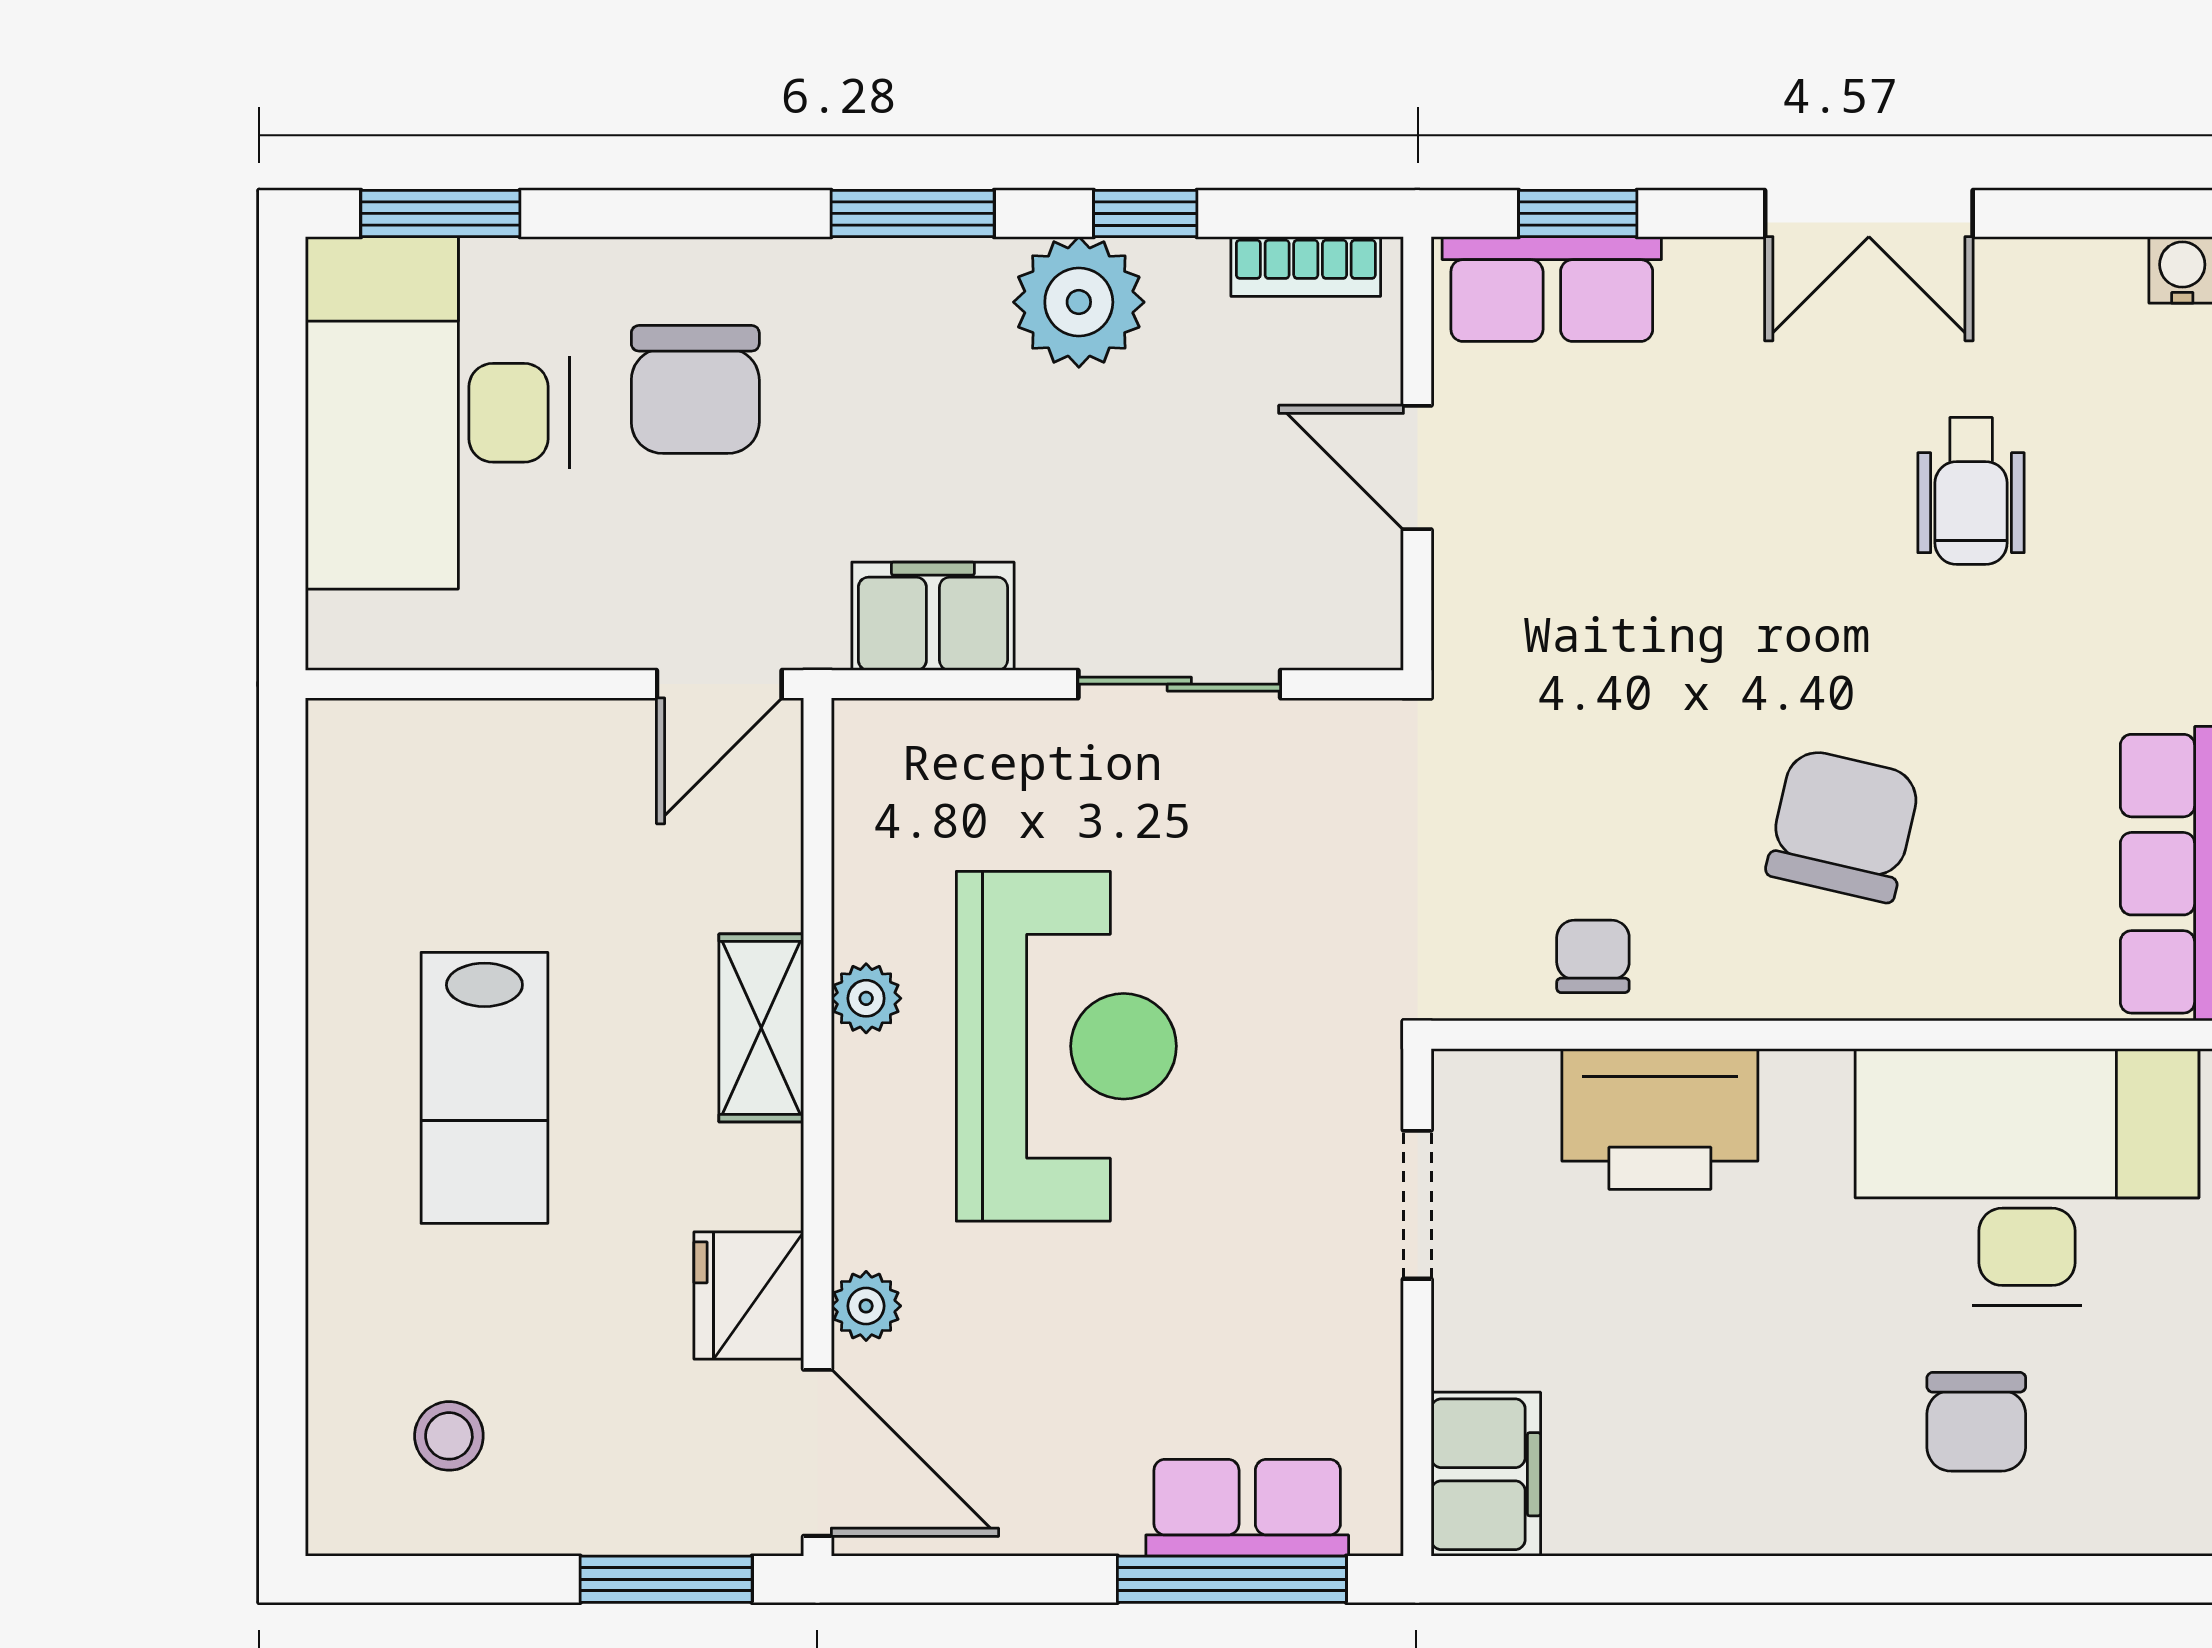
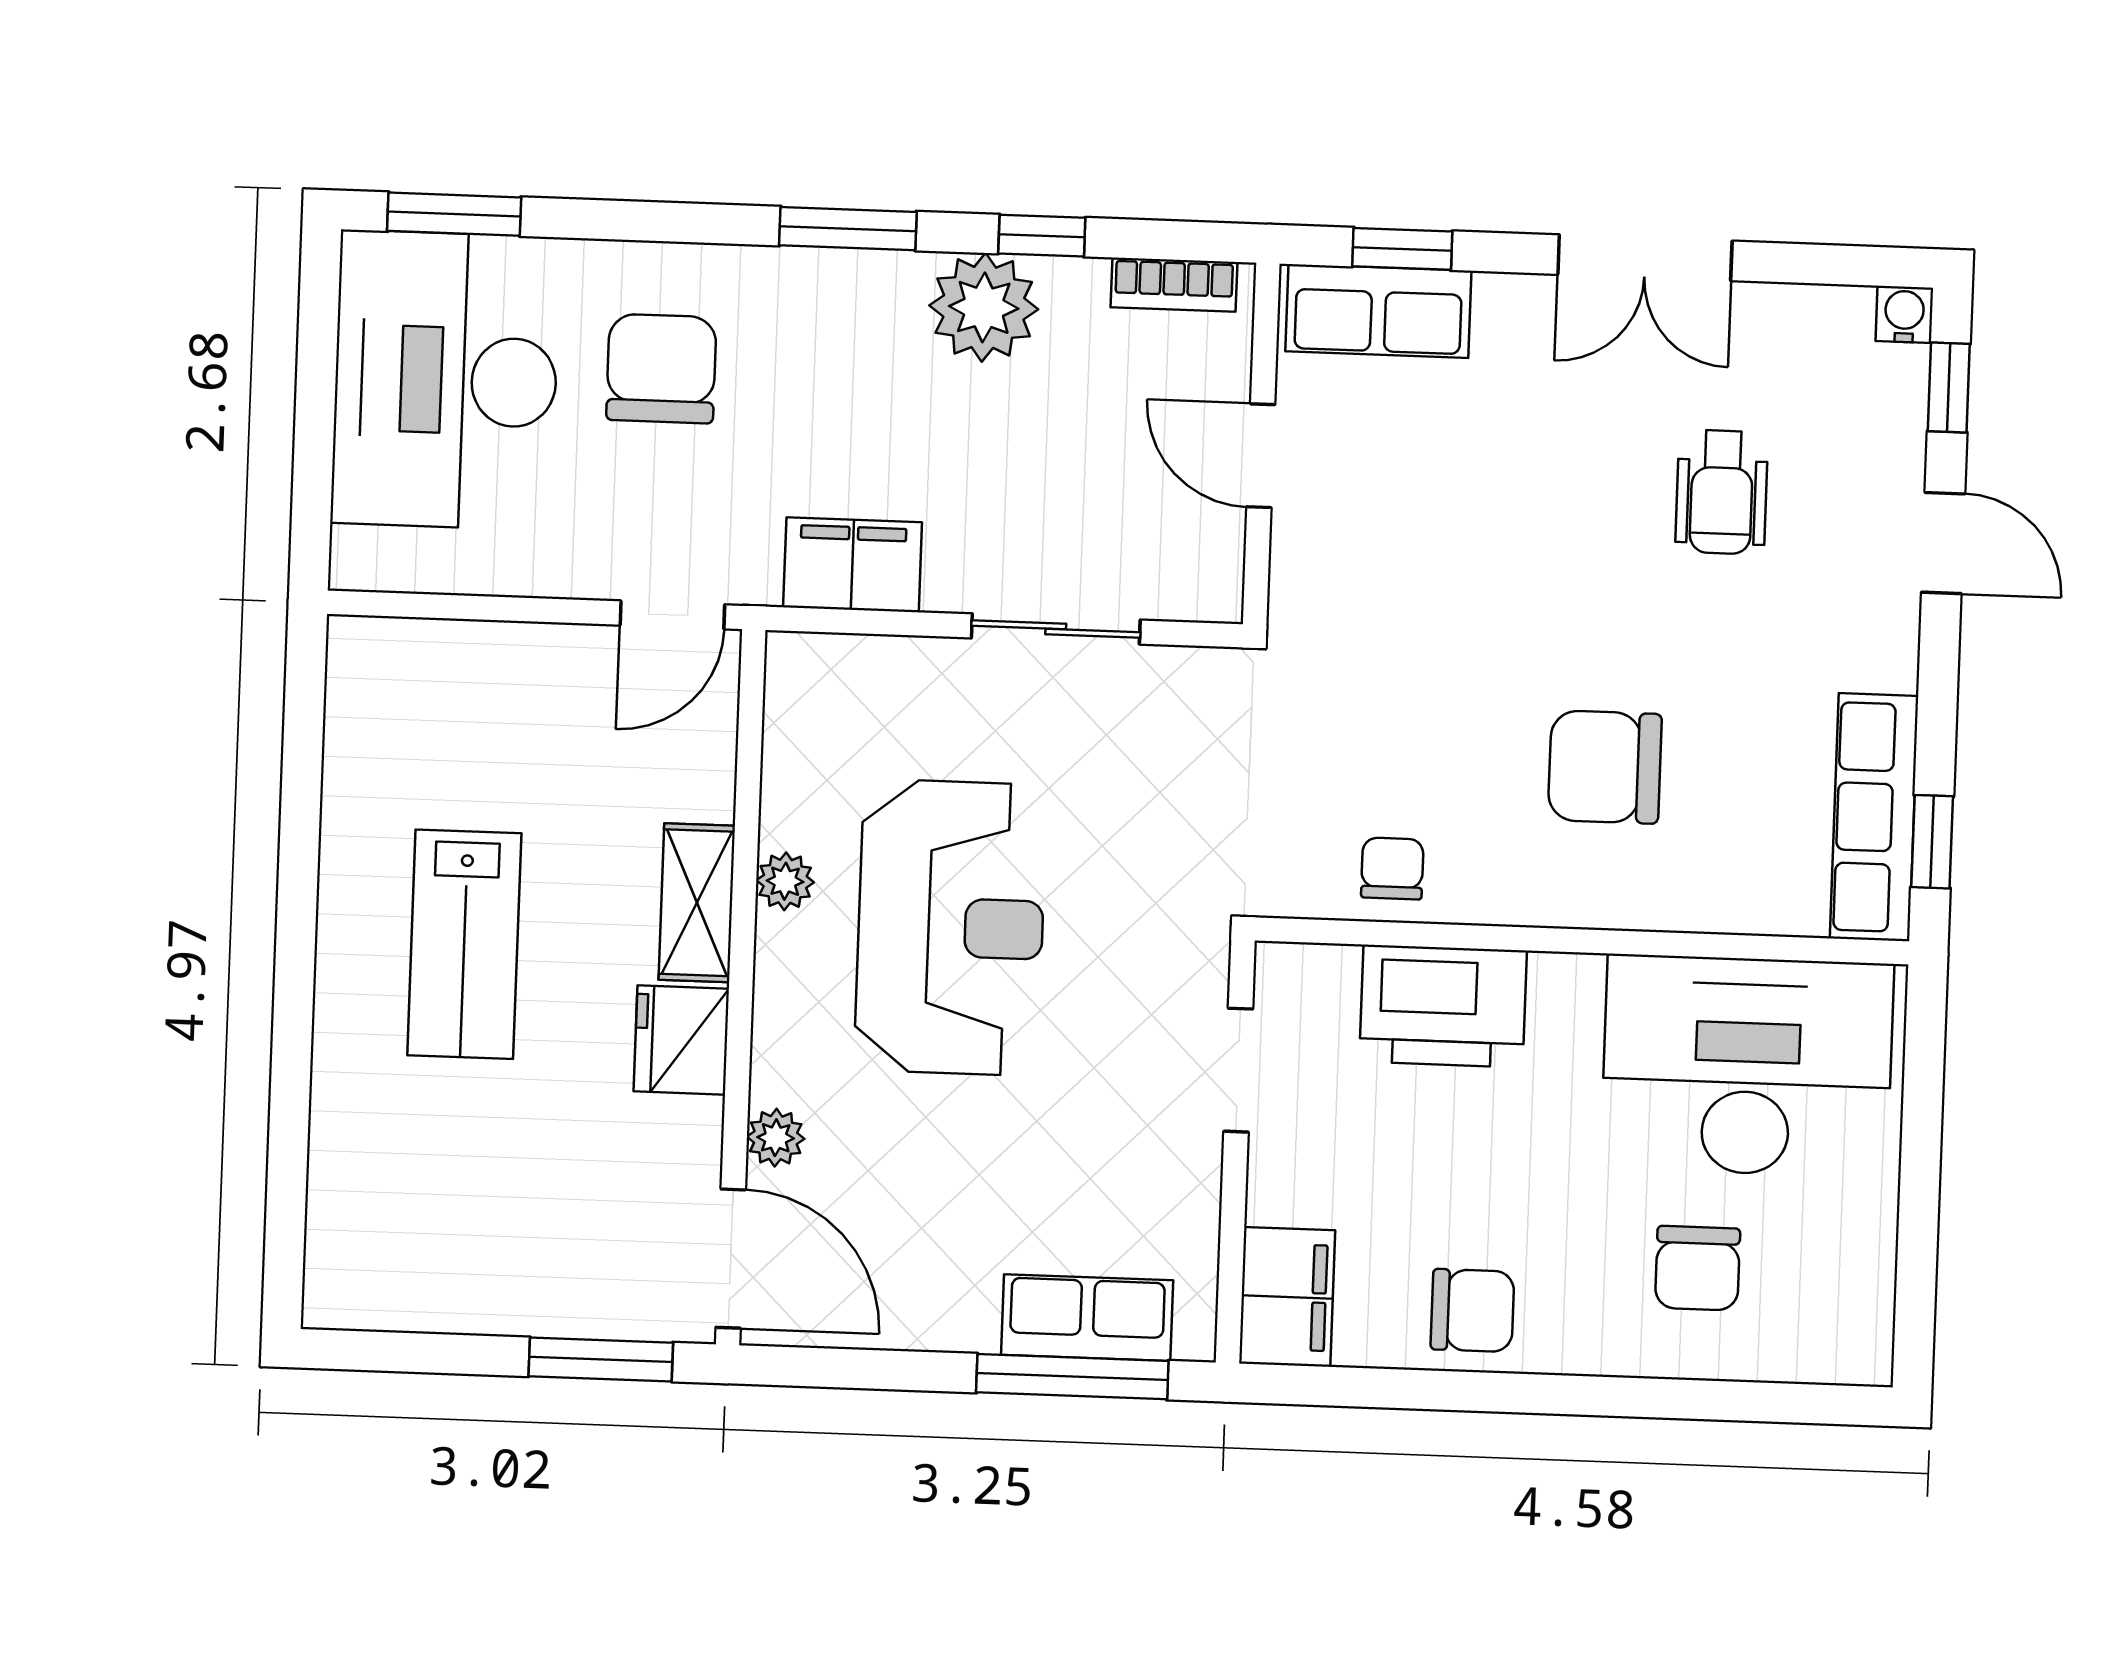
chair: (695, 389) -> (661, 369), turned 180
chair: (1843, 825) -> (1605, 767), turned -103
fridge: (749, 1295) -> (681, 1040), moved
stool: (449, 1436) -> (424, 1233), removed
chair: (1709, 1482) -> (1473, 1310), added

